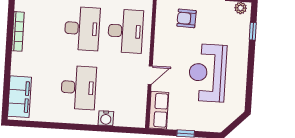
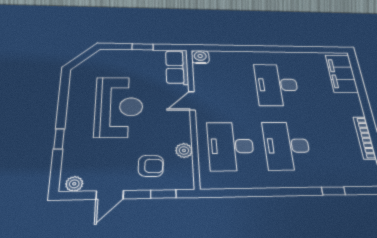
plant: (161, 30) -> (184, 150), added
window: (253, 31) -> (59, 139), moved
water cooler: (106, 118) -> (200, 57), moved

